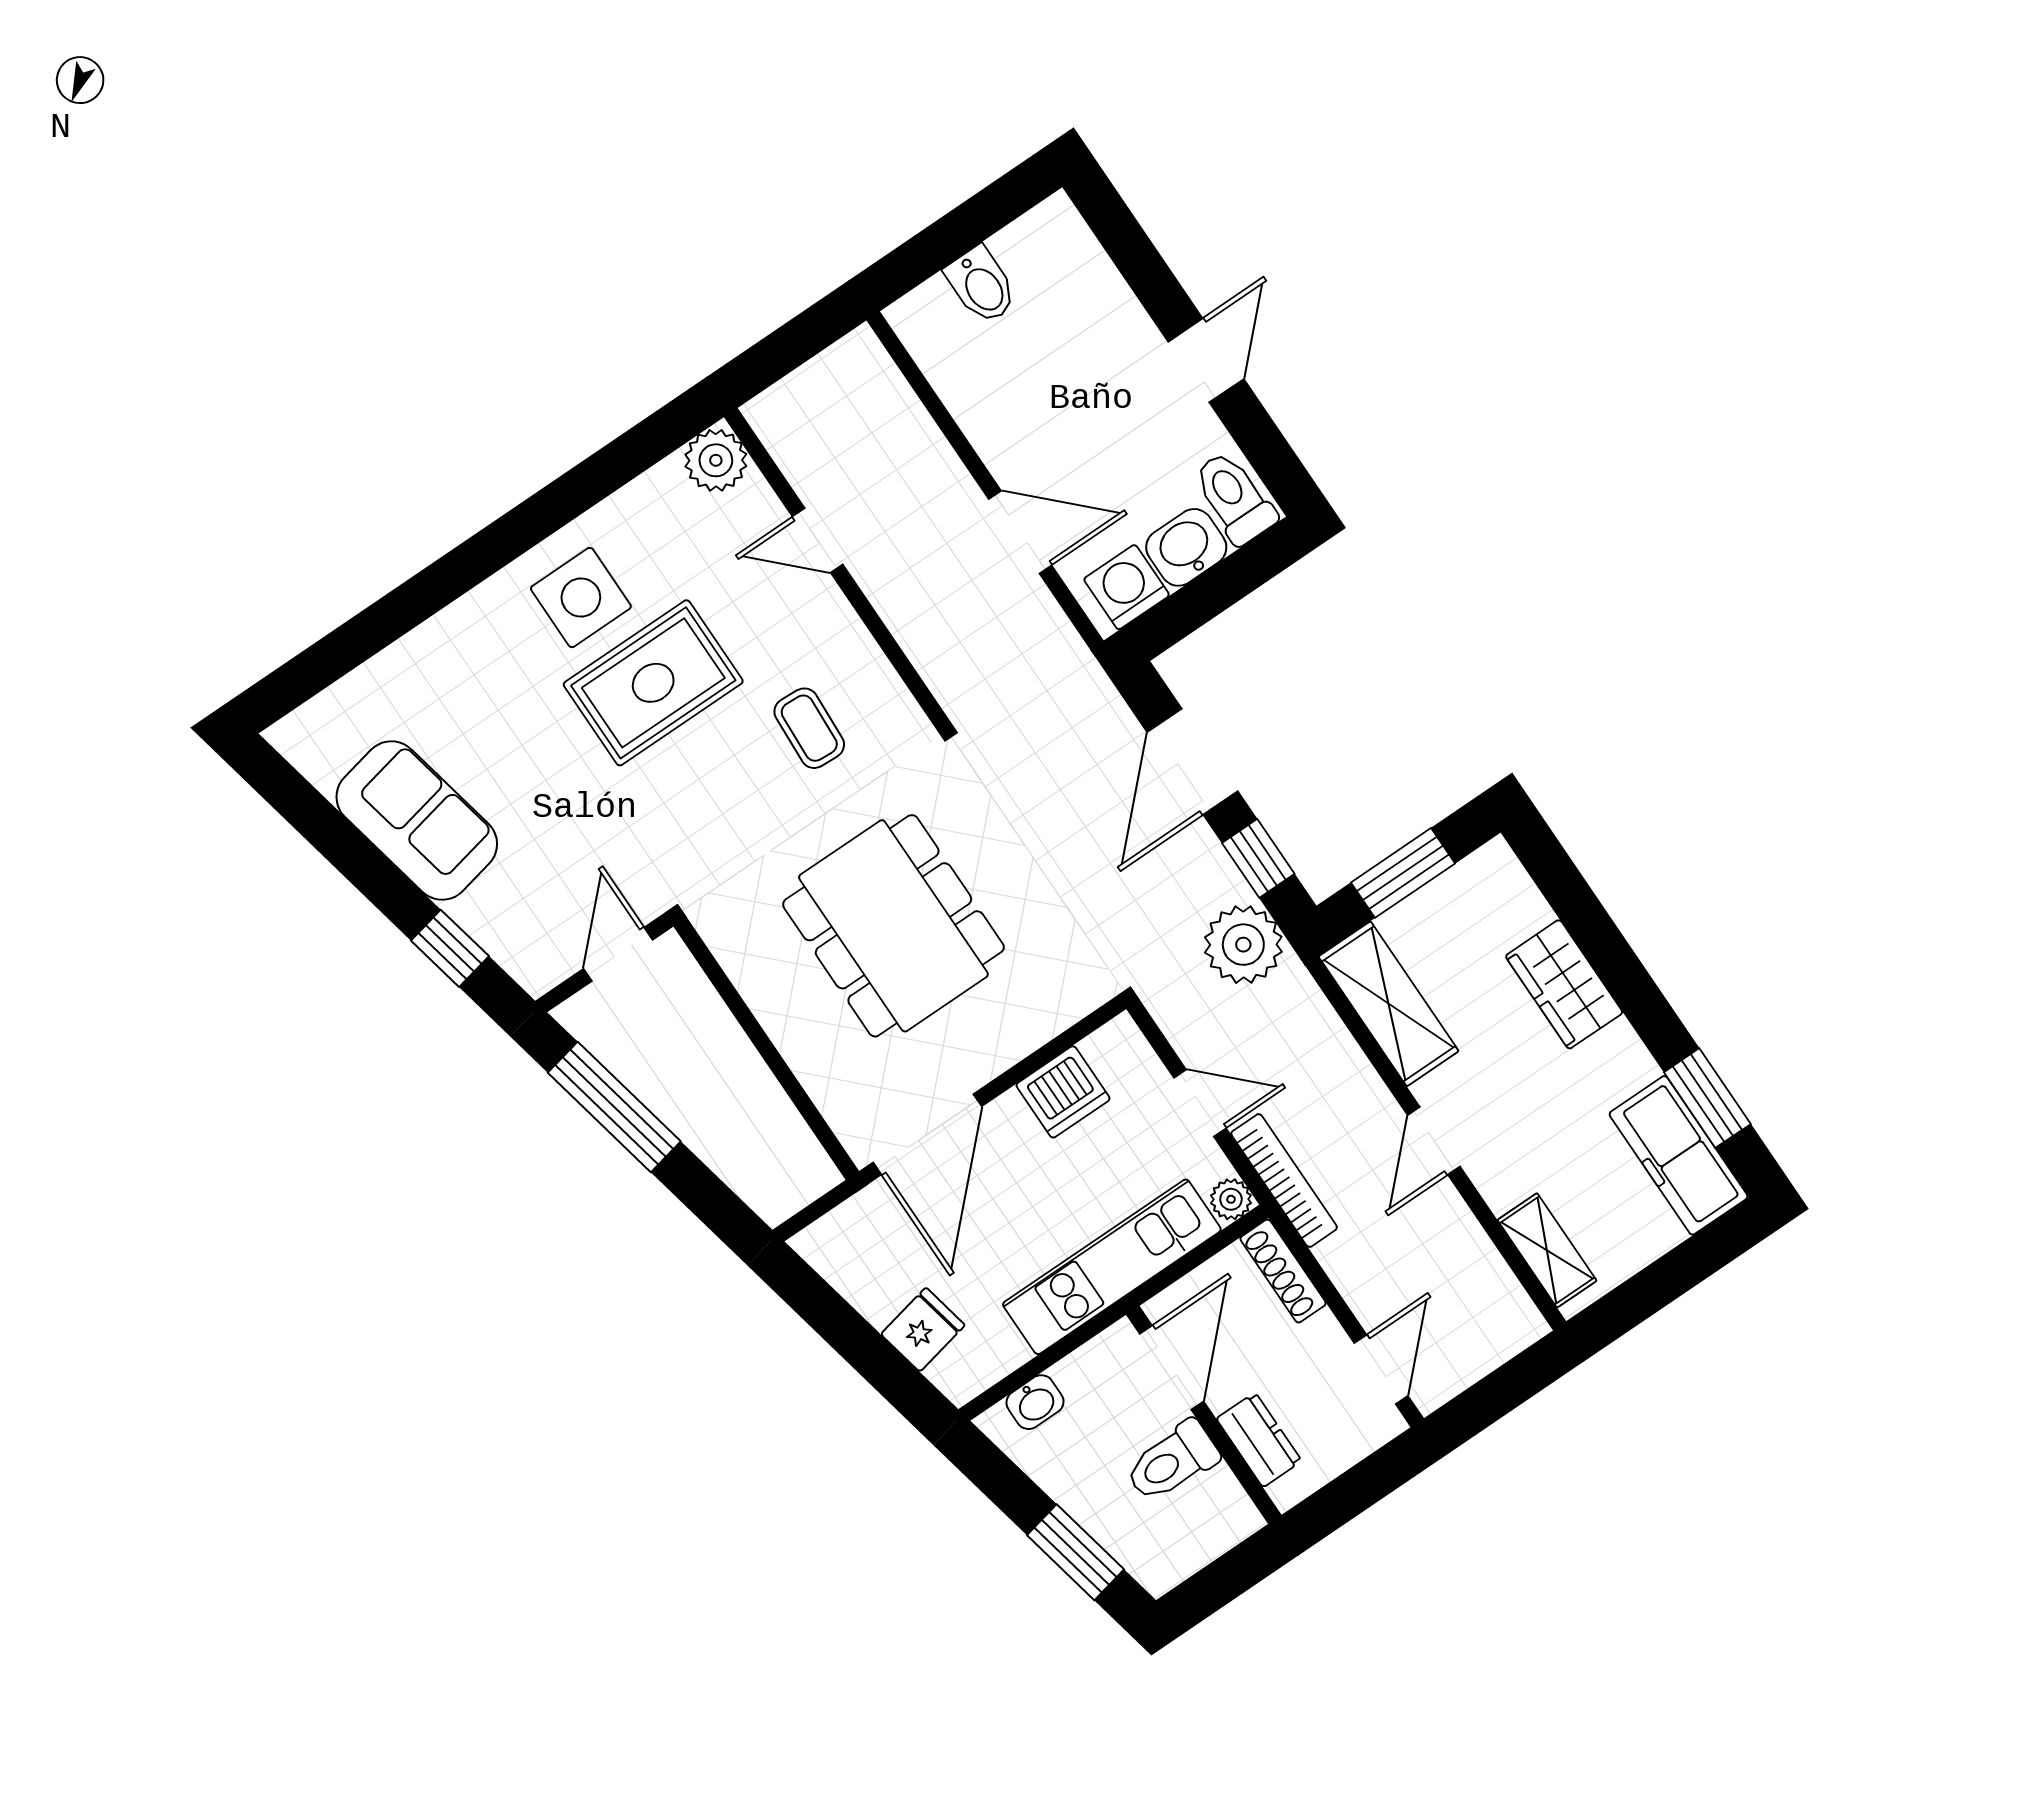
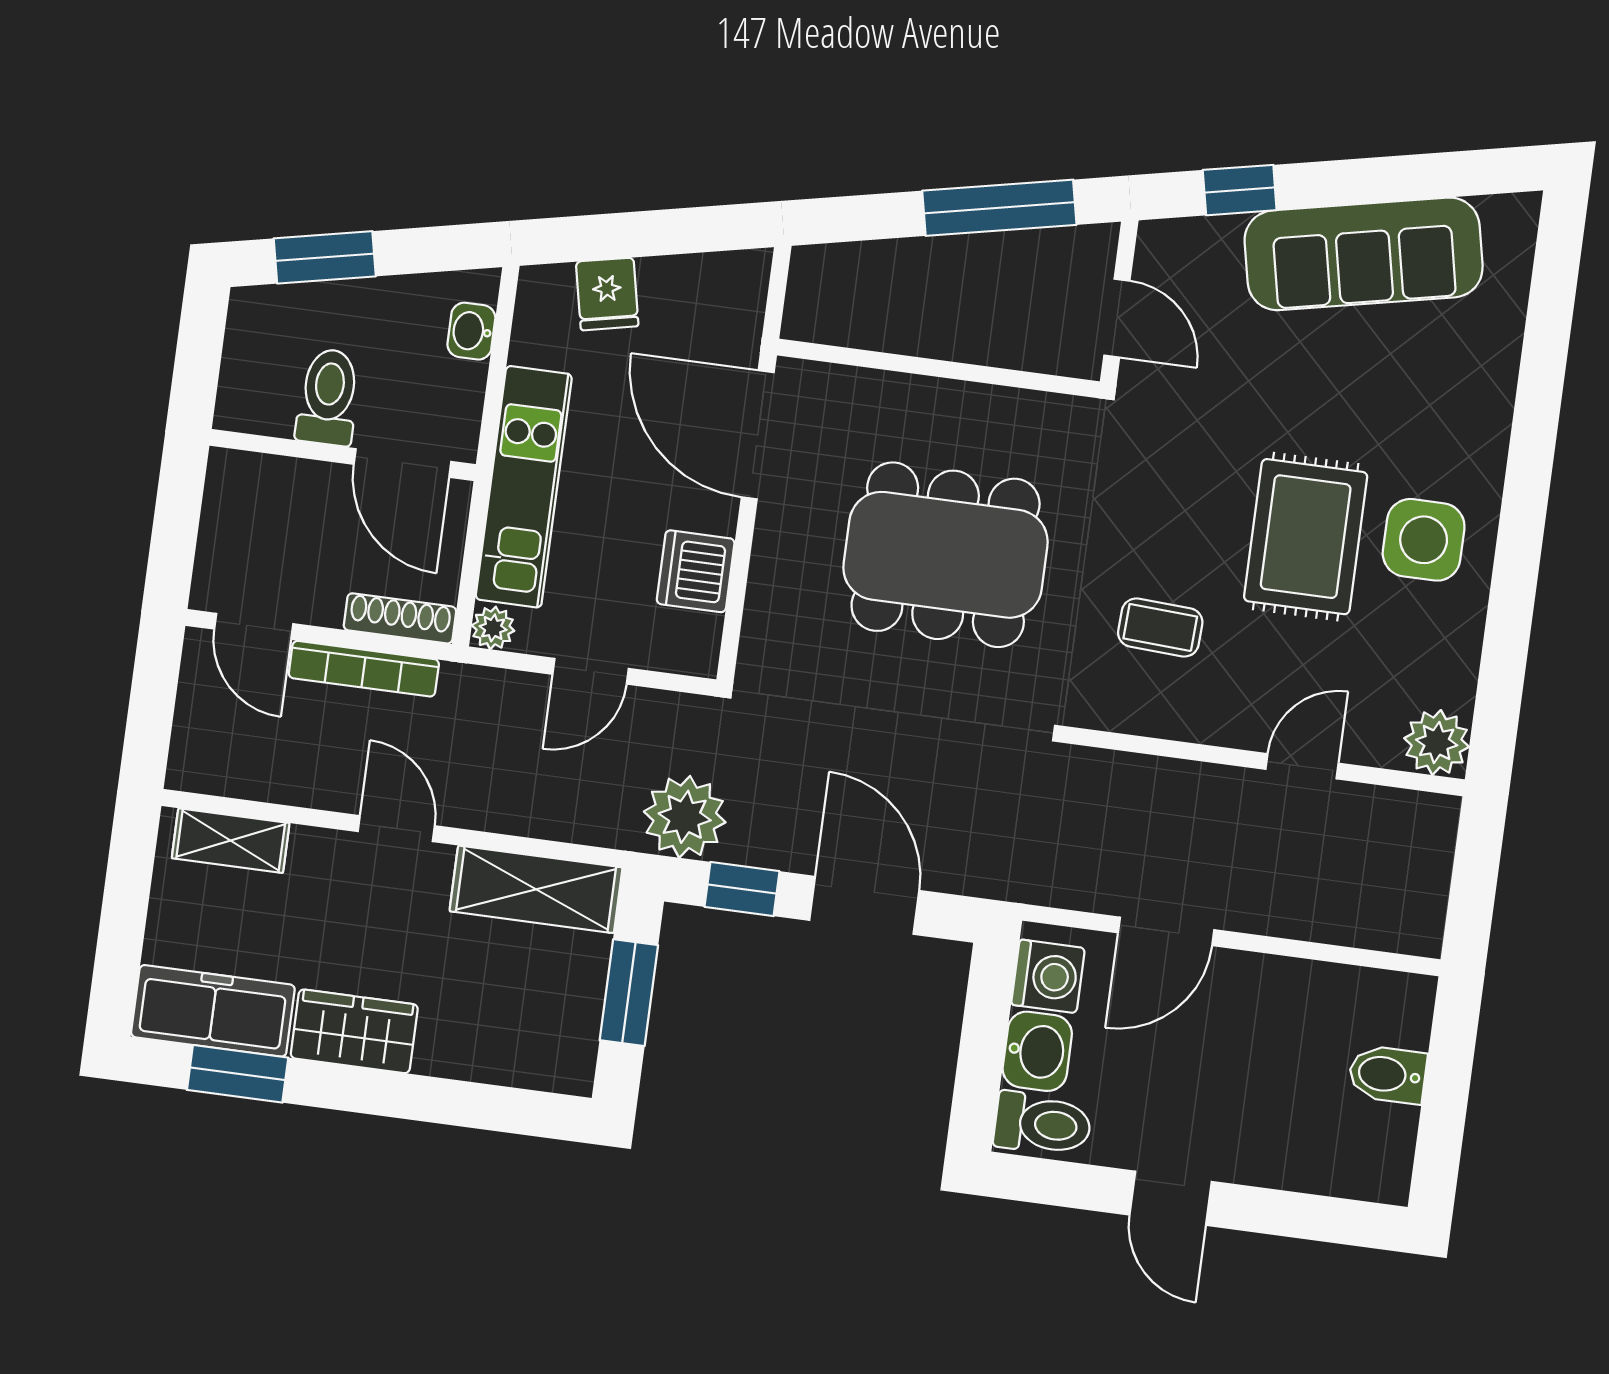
sofa: (417, 821) -> (1364, 254), width x1.36
wardrobe: (1564, 984) -> (354, 1031), moved
bookcase: (1284, 1181) -> (364, 669), moved
dresser: (1259, 1440) -> (284, 481), removed

